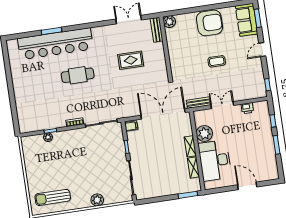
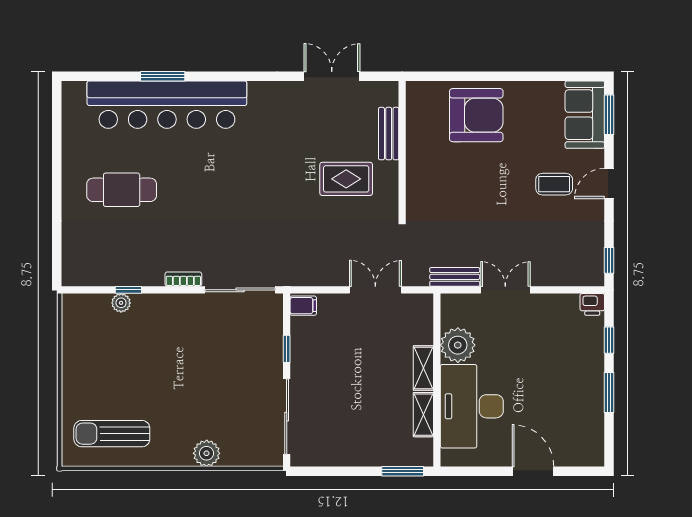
plant: (169, 22) -> (419, 94), removed
armchair: (210, 23) -> (476, 115), moved
bench: (157, 30) -> (389, 134), moved
rug: (131, 60) -> (346, 179), moved
coffee table: (217, 61) -> (554, 184), moved
cafe table: (78, 75) -> (122, 190), moved
printer: (247, 108) -> (592, 304), moved
double door: (163, 114) -> (375, 290), width x0.54

